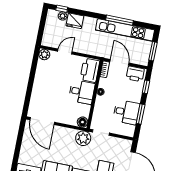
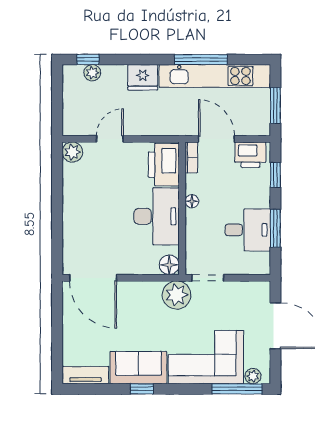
fridge: (75, 21) -> (143, 77), moved
desk: (82, 92) -> (157, 216), width x1.37

